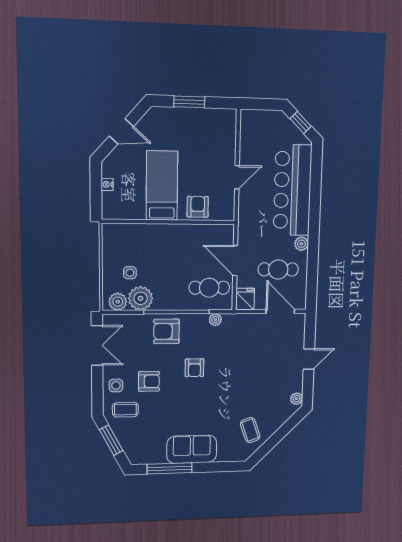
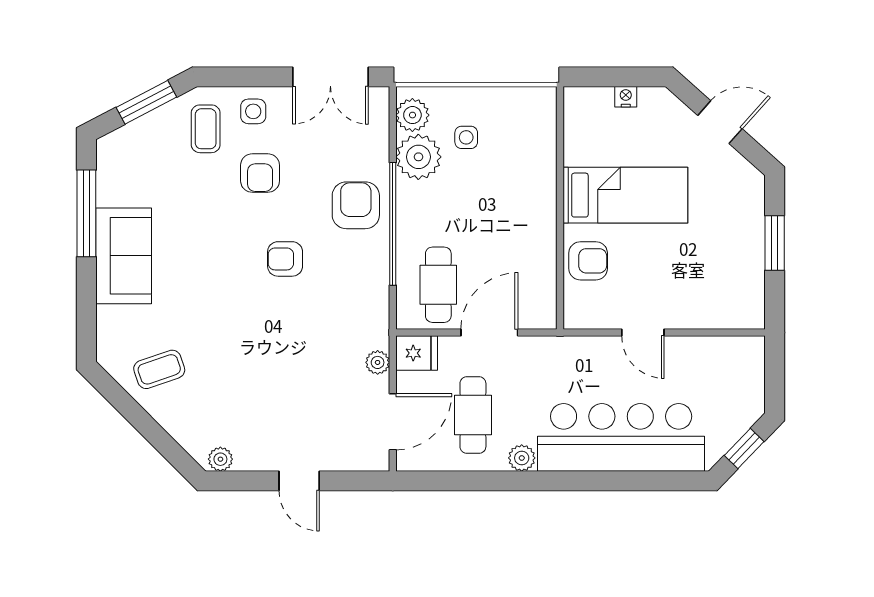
door: (121, 131) -> (720, 122), swing flipped
plant: (215, 320) -> (378, 362), moved

